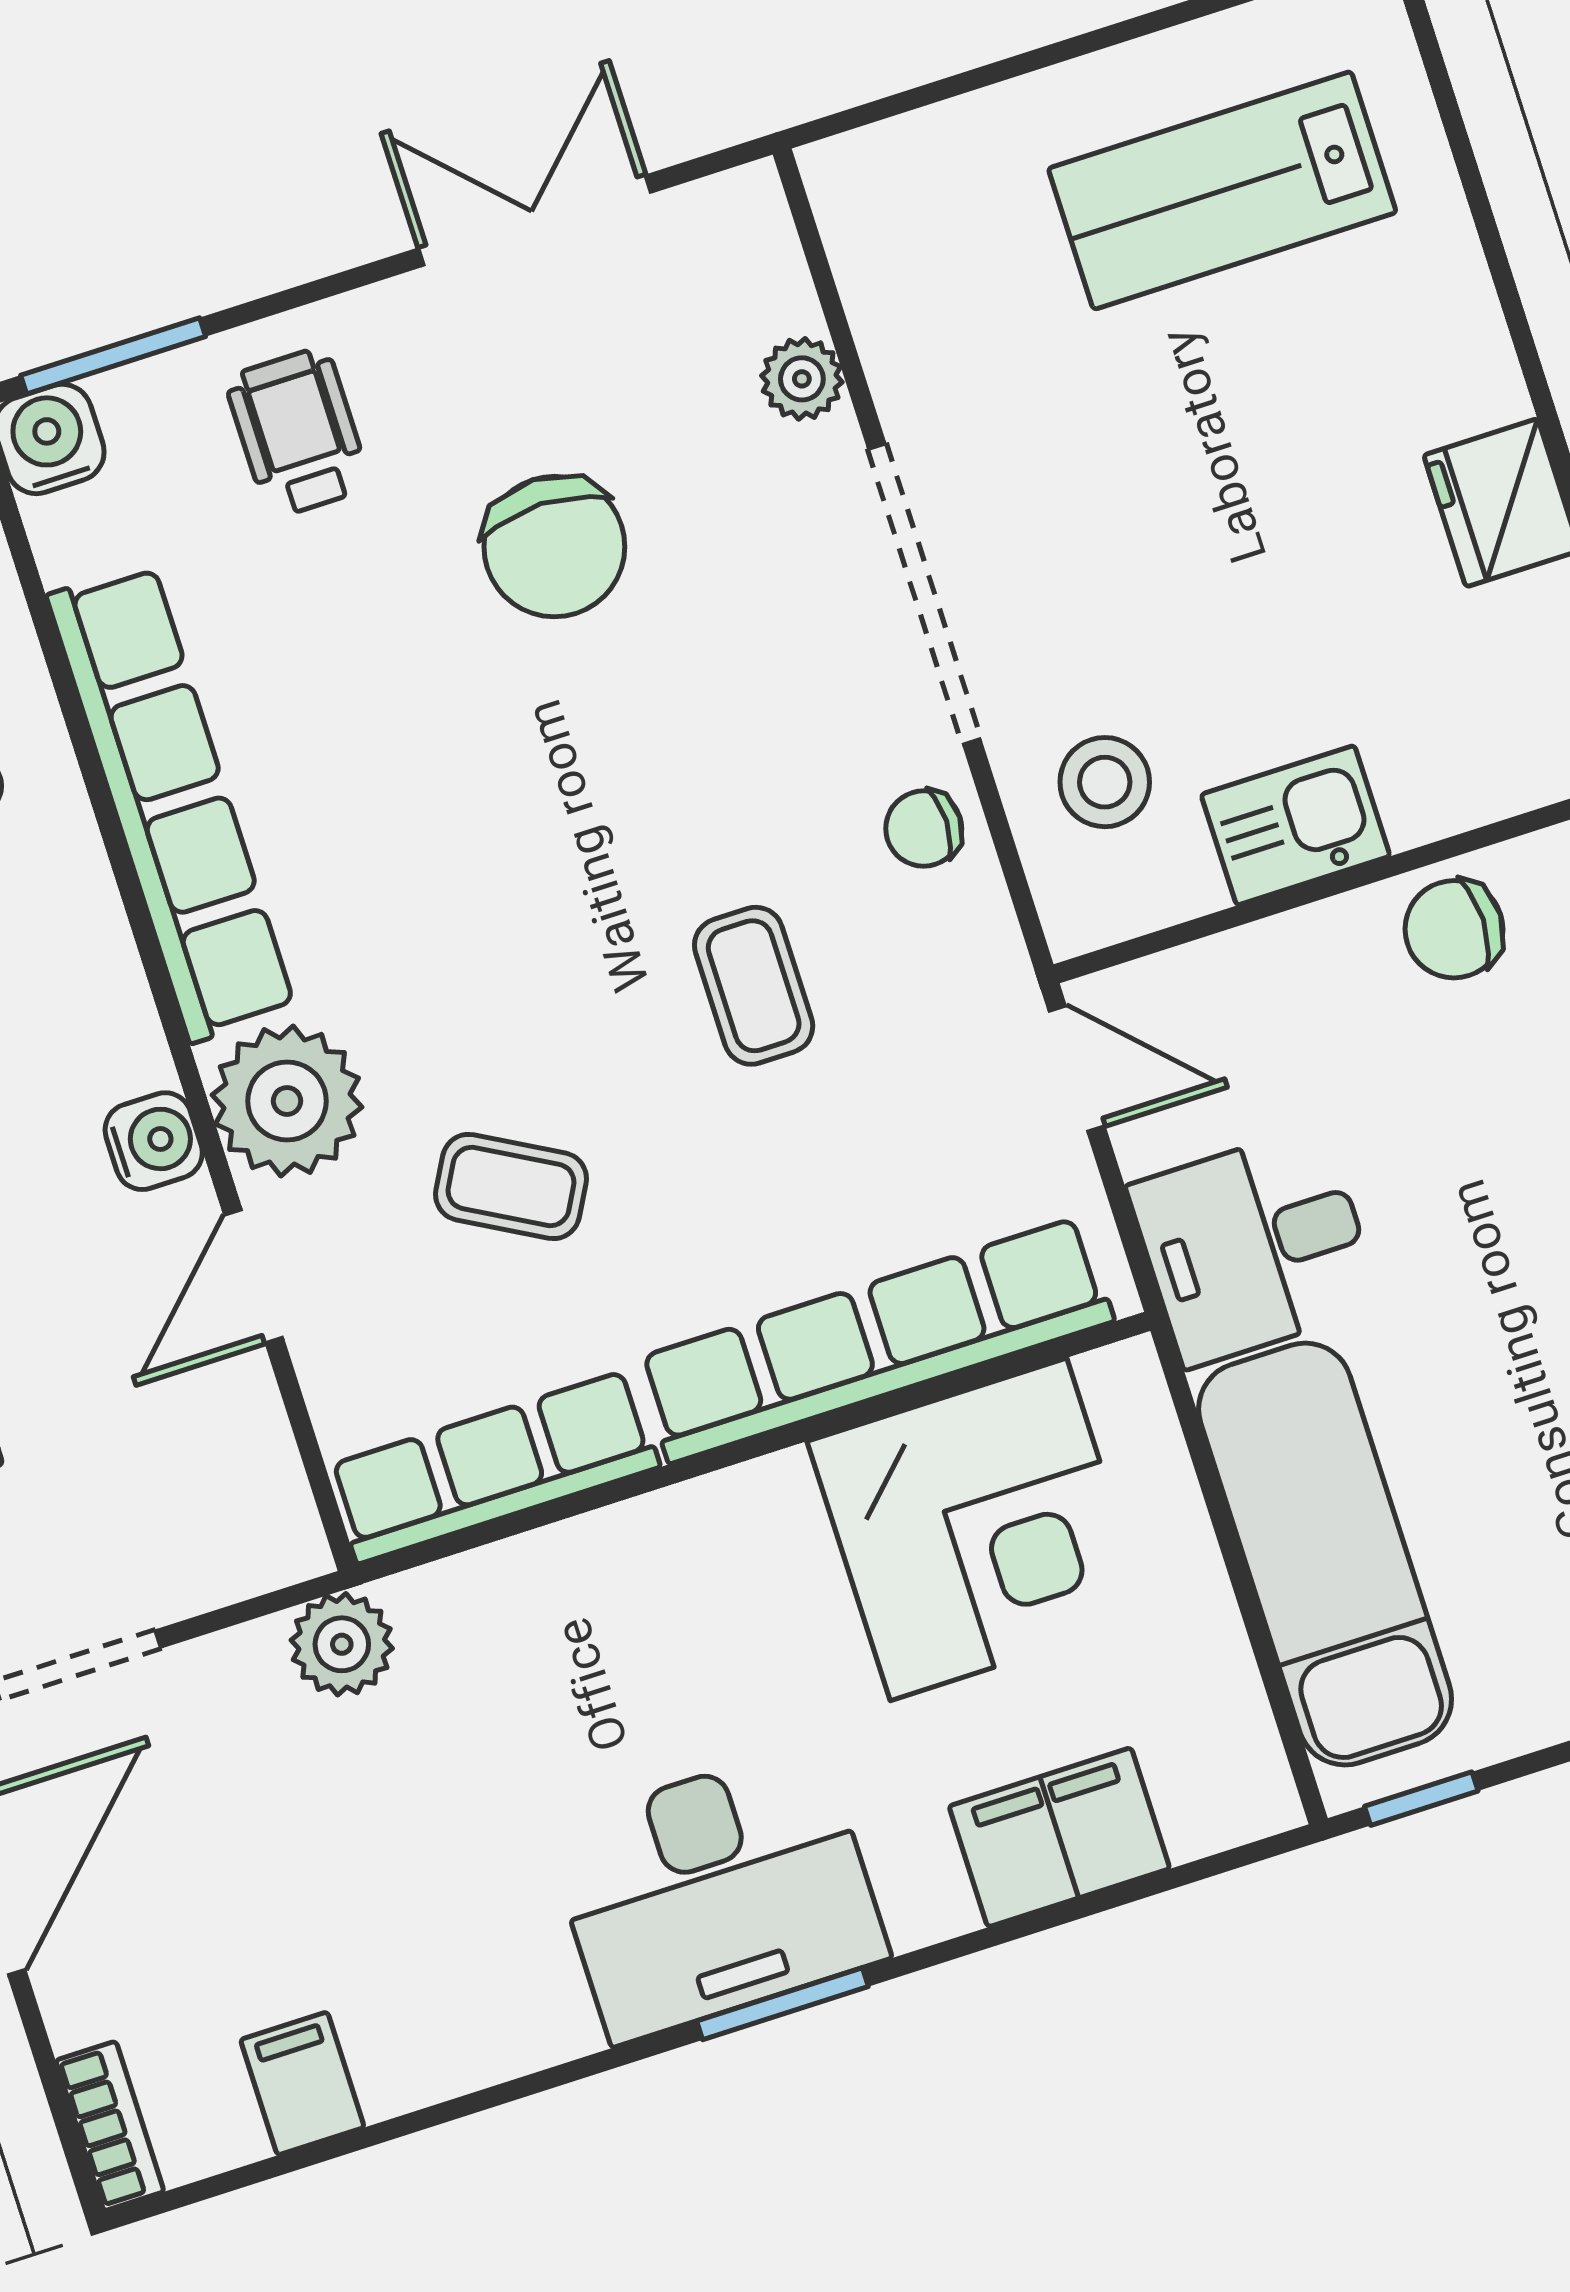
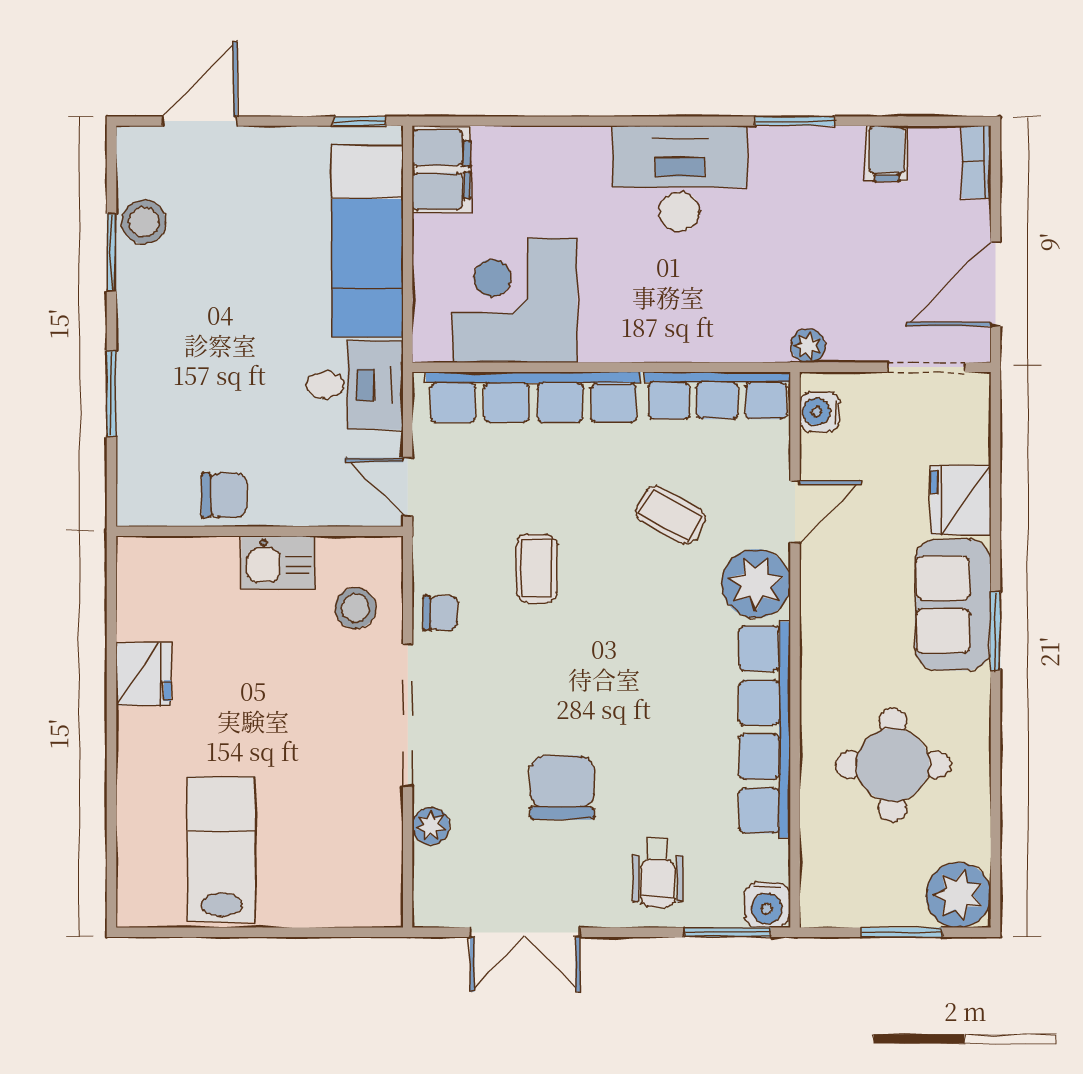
lab bench: (1222, 190) -> (221, 849), turned -90
water cooler: (154, 1141) -> (820, 412), moved
plant: (342, 1644) -> (808, 346), width x0.73, depth x0.73
filing cabinet: (1059, 1837) -> (441, 169), moved, turned -90
window: (782, 2004) -> (795, 121), moved

